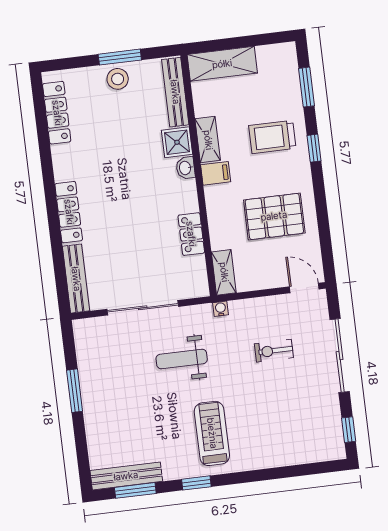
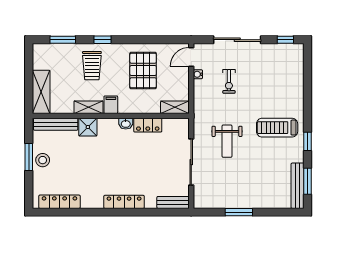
washbasin: (185, 168) -> (126, 124), moved
bench: (76, 279) -> (173, 202), width x0.73
water cooler: (221, 309) -> (198, 74), moved

